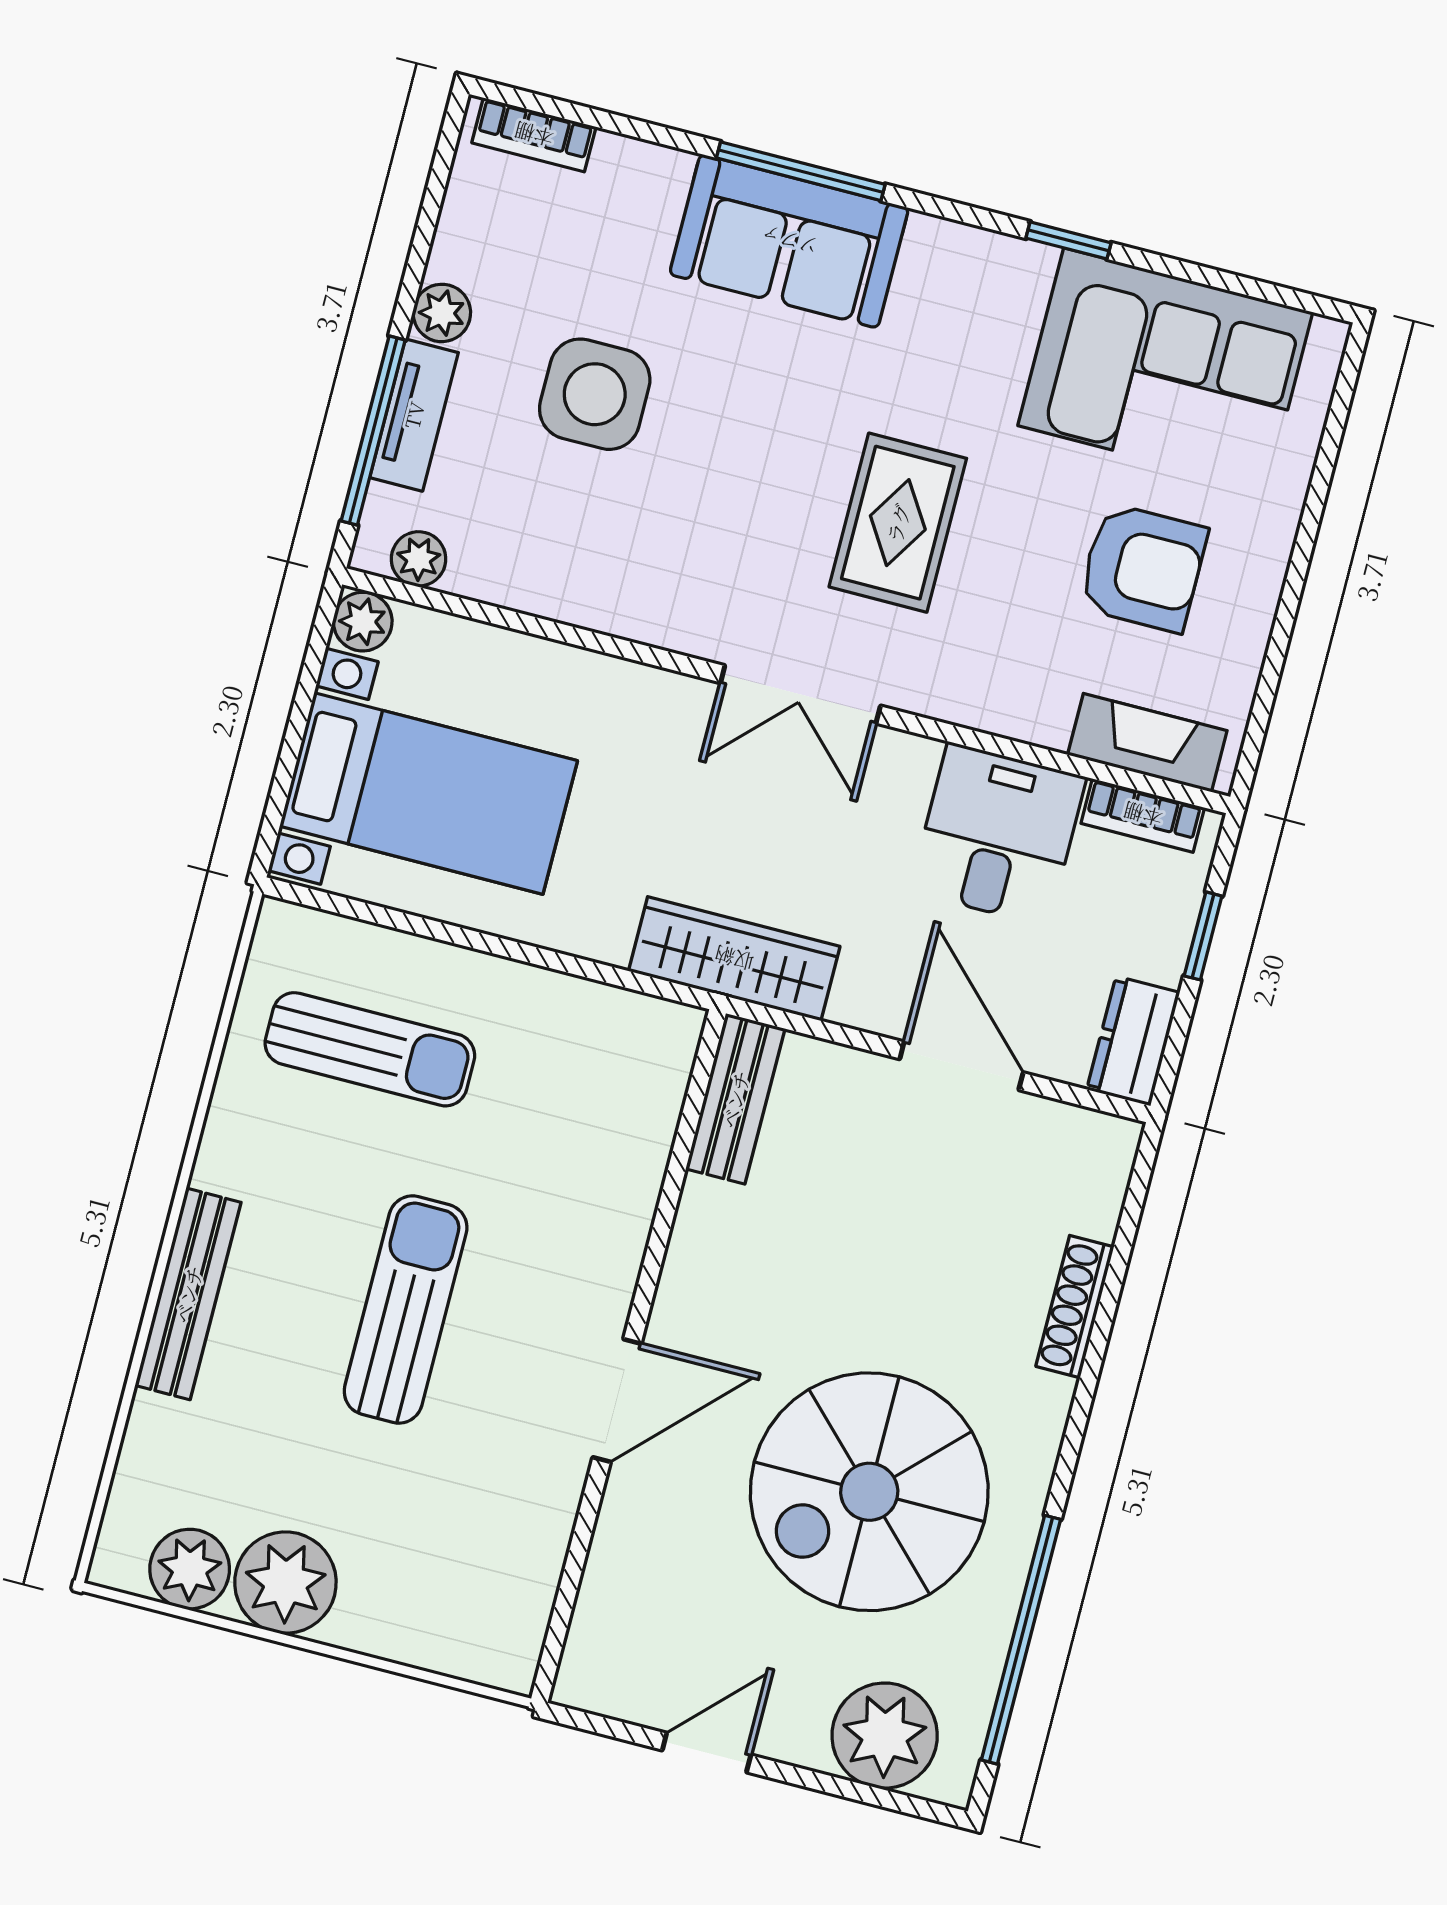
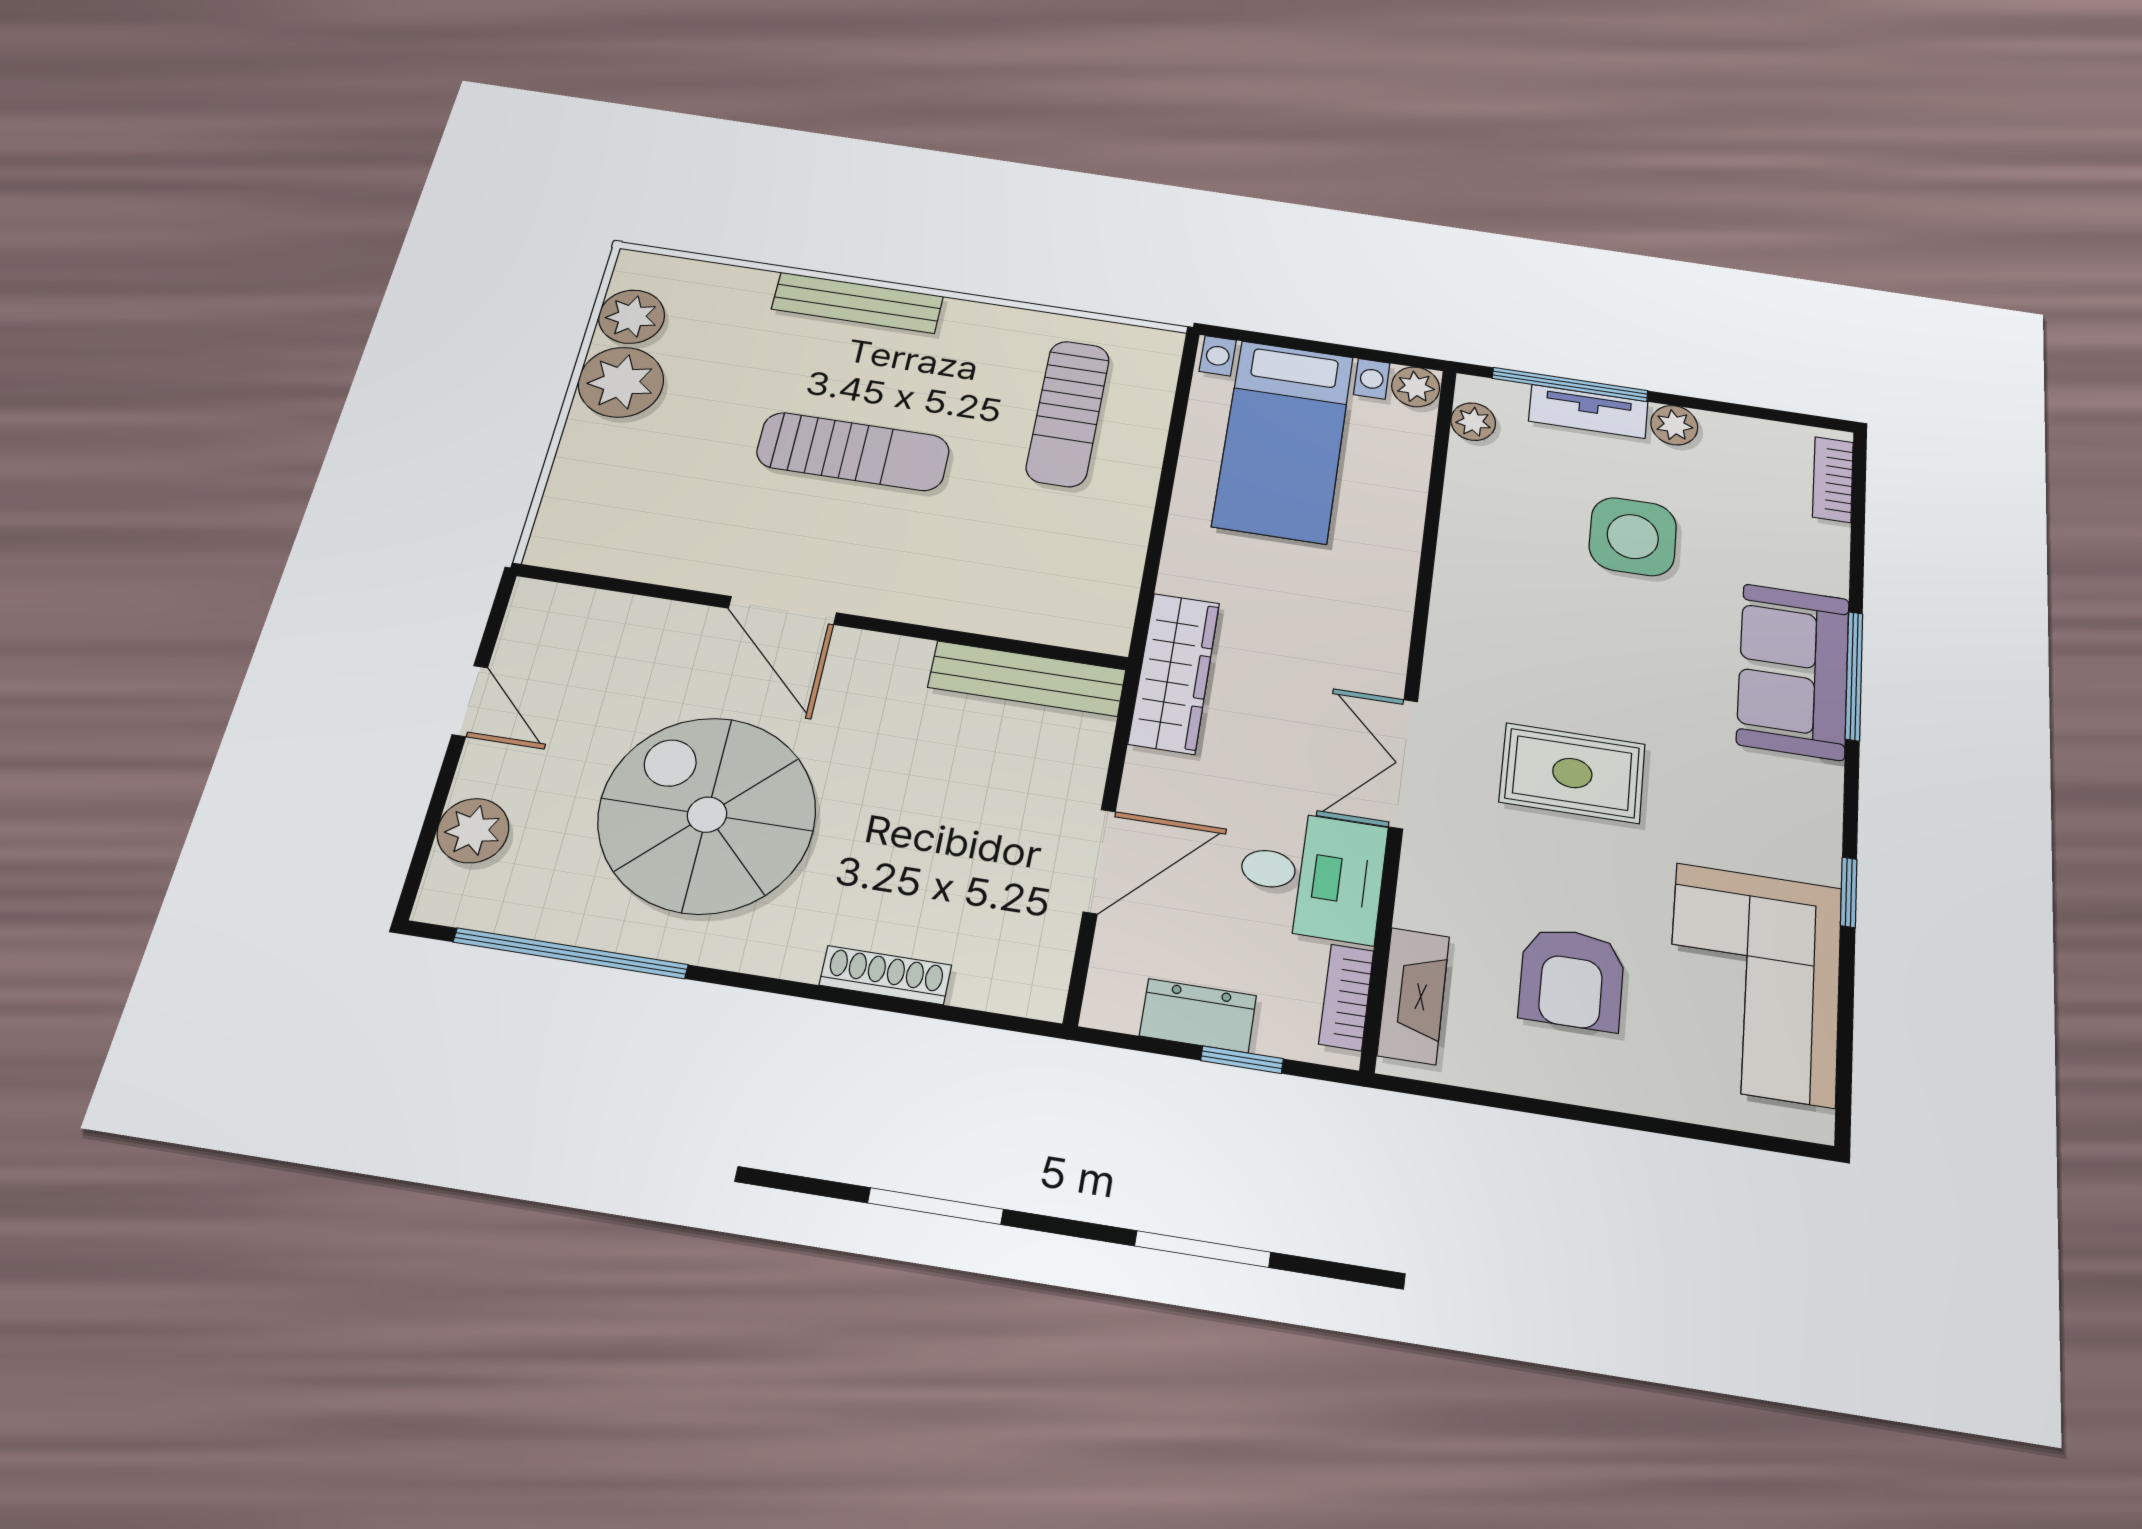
double door: (800, 694) -> (1403, 764), moved
dresser: (1133, 1041) -> (1198, 1016), moved
bench: (735, 1099) -> (1027, 679), width x1.36
plant: (885, 1736) -> (473, 831), width x0.73, depth x0.73

